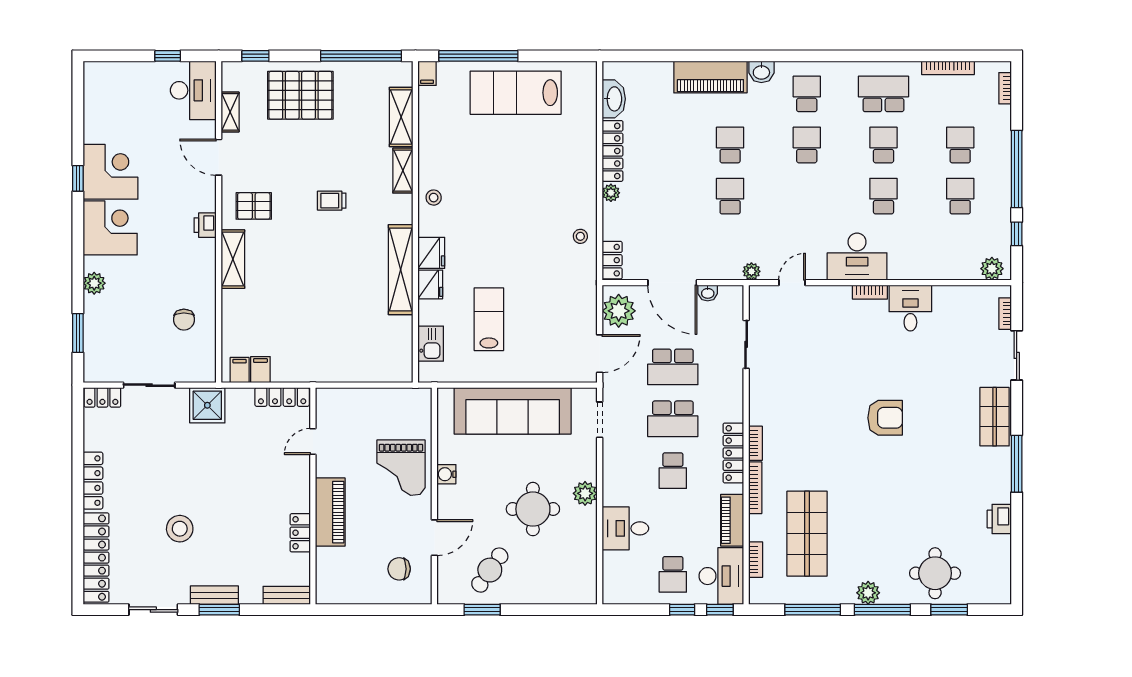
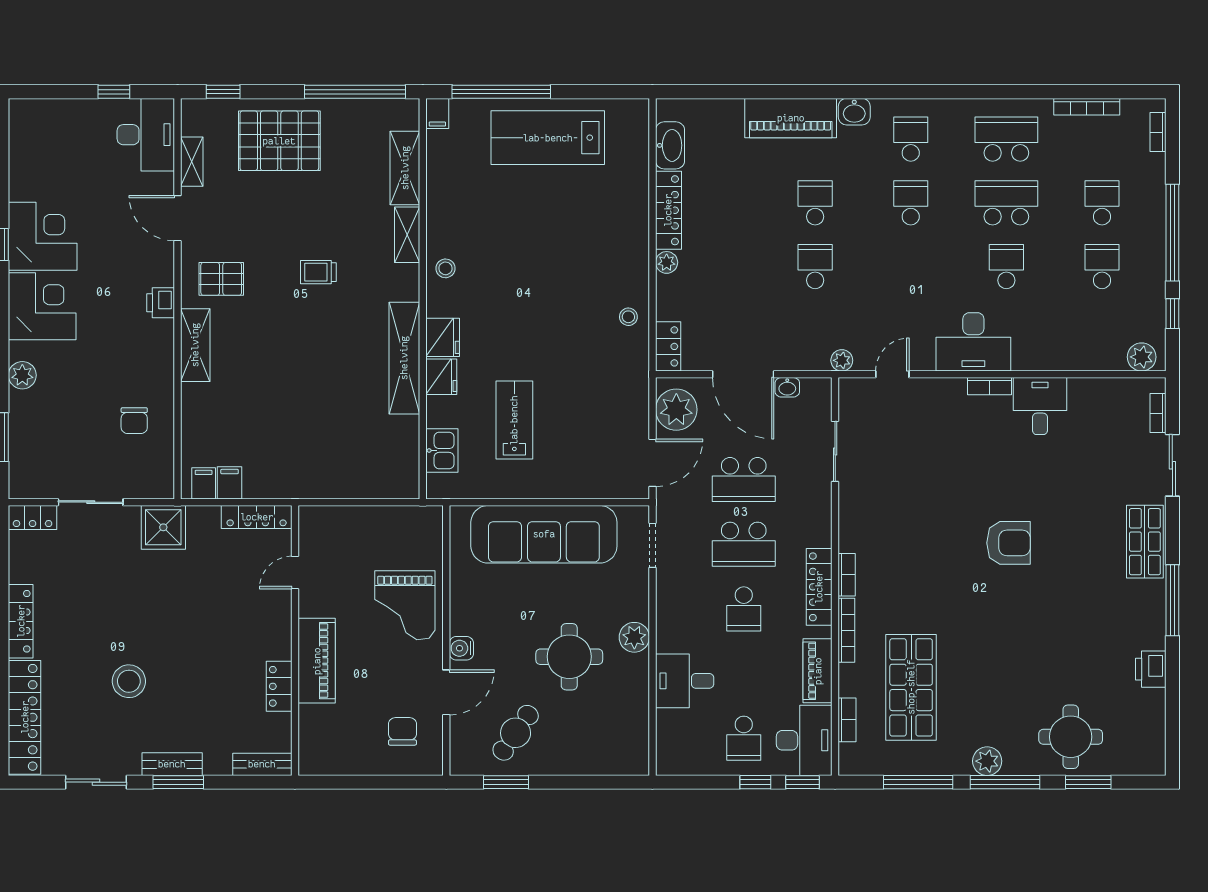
school desk: (883, 145) -> (1006, 203), width x1.85
water cooler: (446, 474) -> (461, 648), moved
chair: (399, 569) -> (402, 731), turned 90

